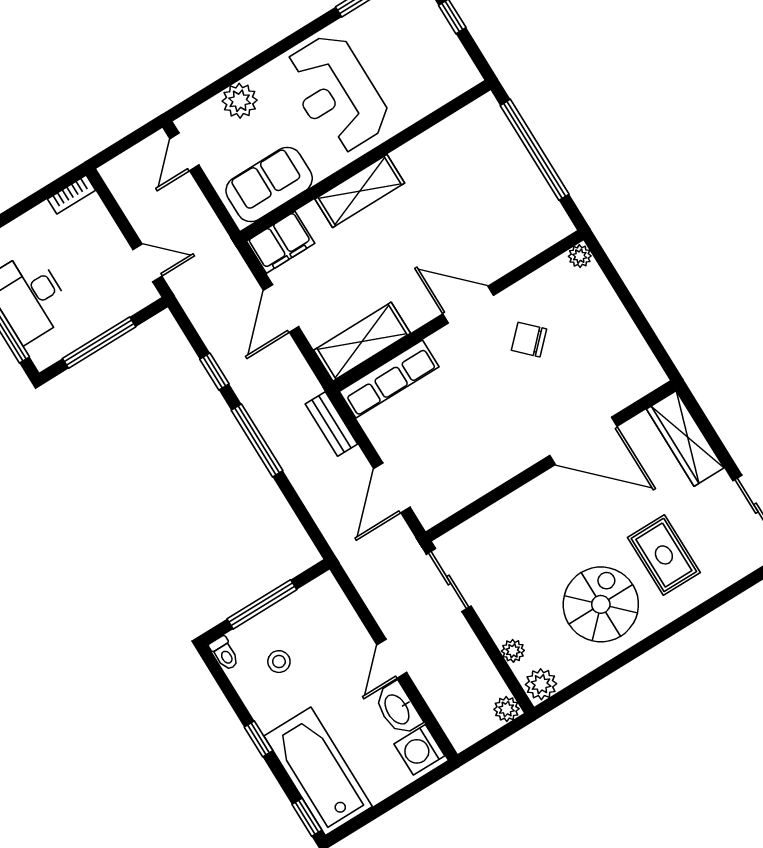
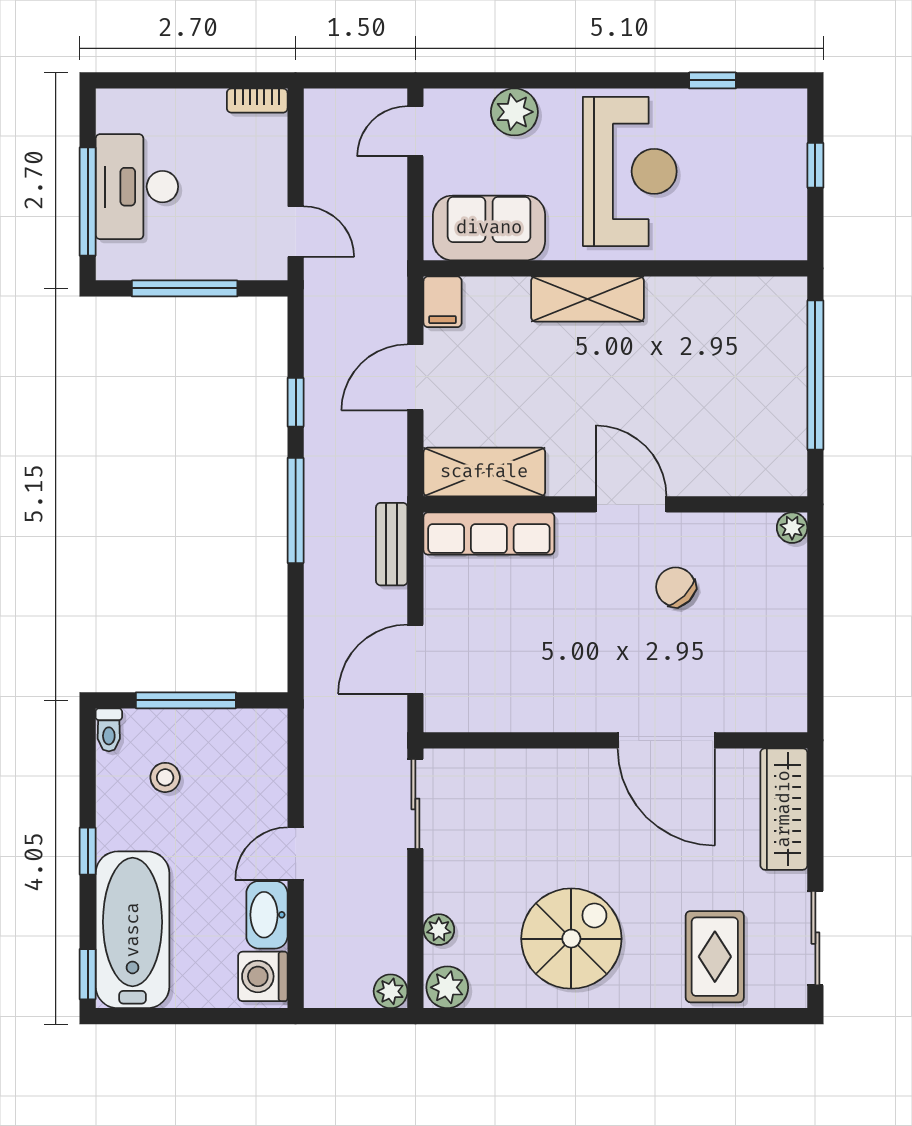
reception desk: (336, 93) -> (630, 171), turned 180
filing cabinet: (281, 242) -> (443, 302), width x0.50
rug: (664, 555) -> (715, 957), moved

